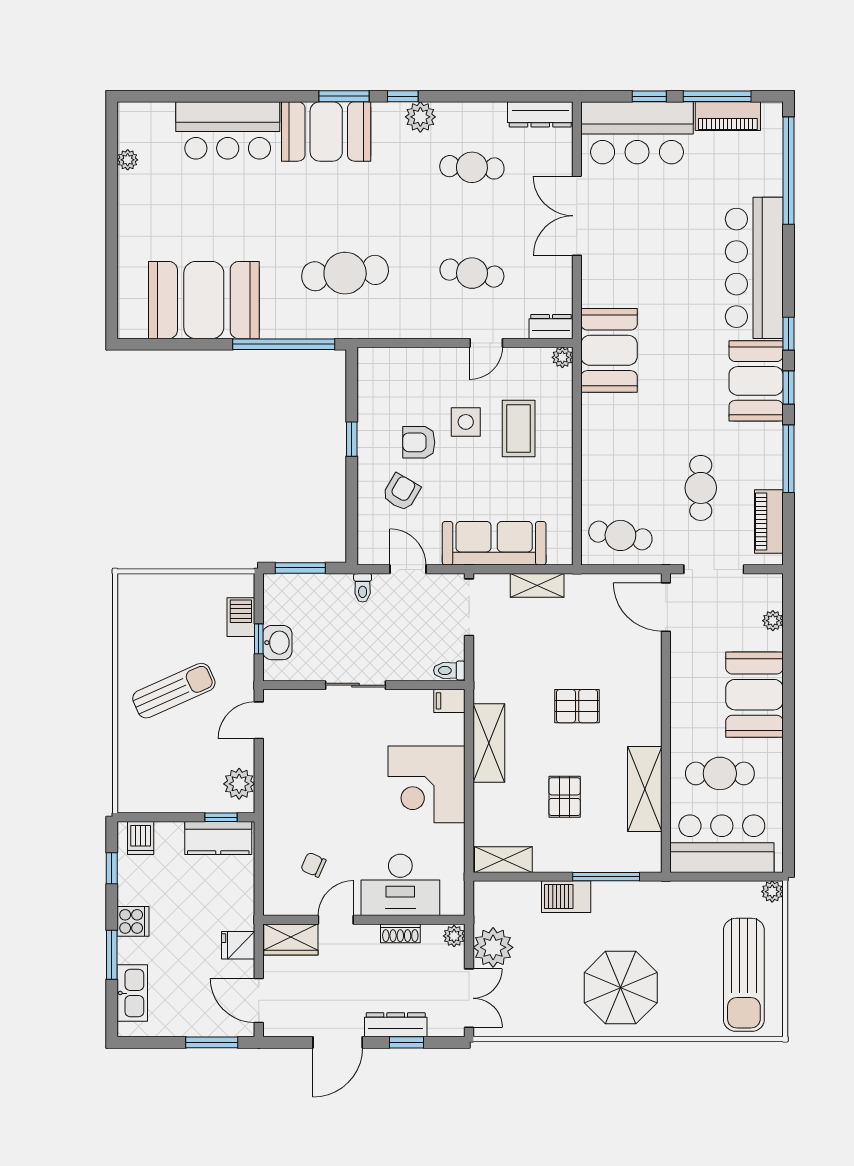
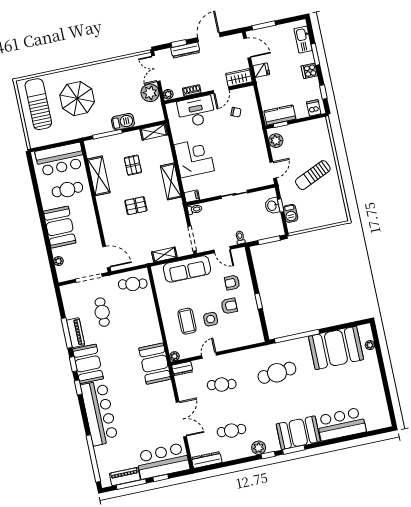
plant: (128, 160) -> (370, 345), moved
armchair: (401, 492) -> (232, 283), turned 60
piano: (769, 521) -> (76, 333), moved
plant: (772, 892) -> (34, 143), removed
parasol: (621, 988) -> (77, 99), moved

